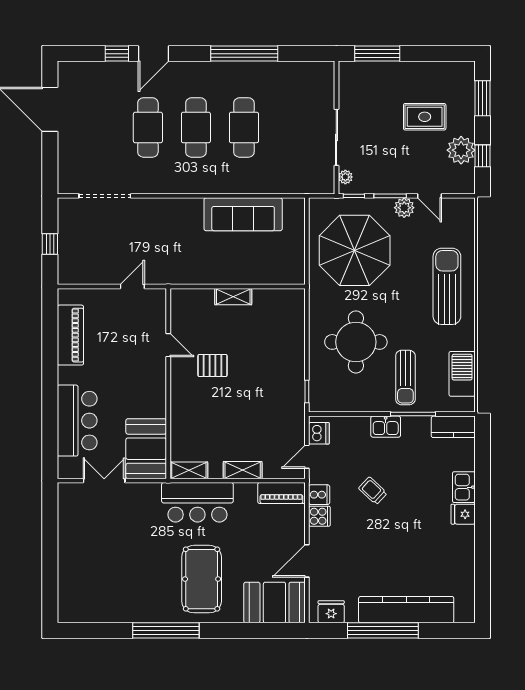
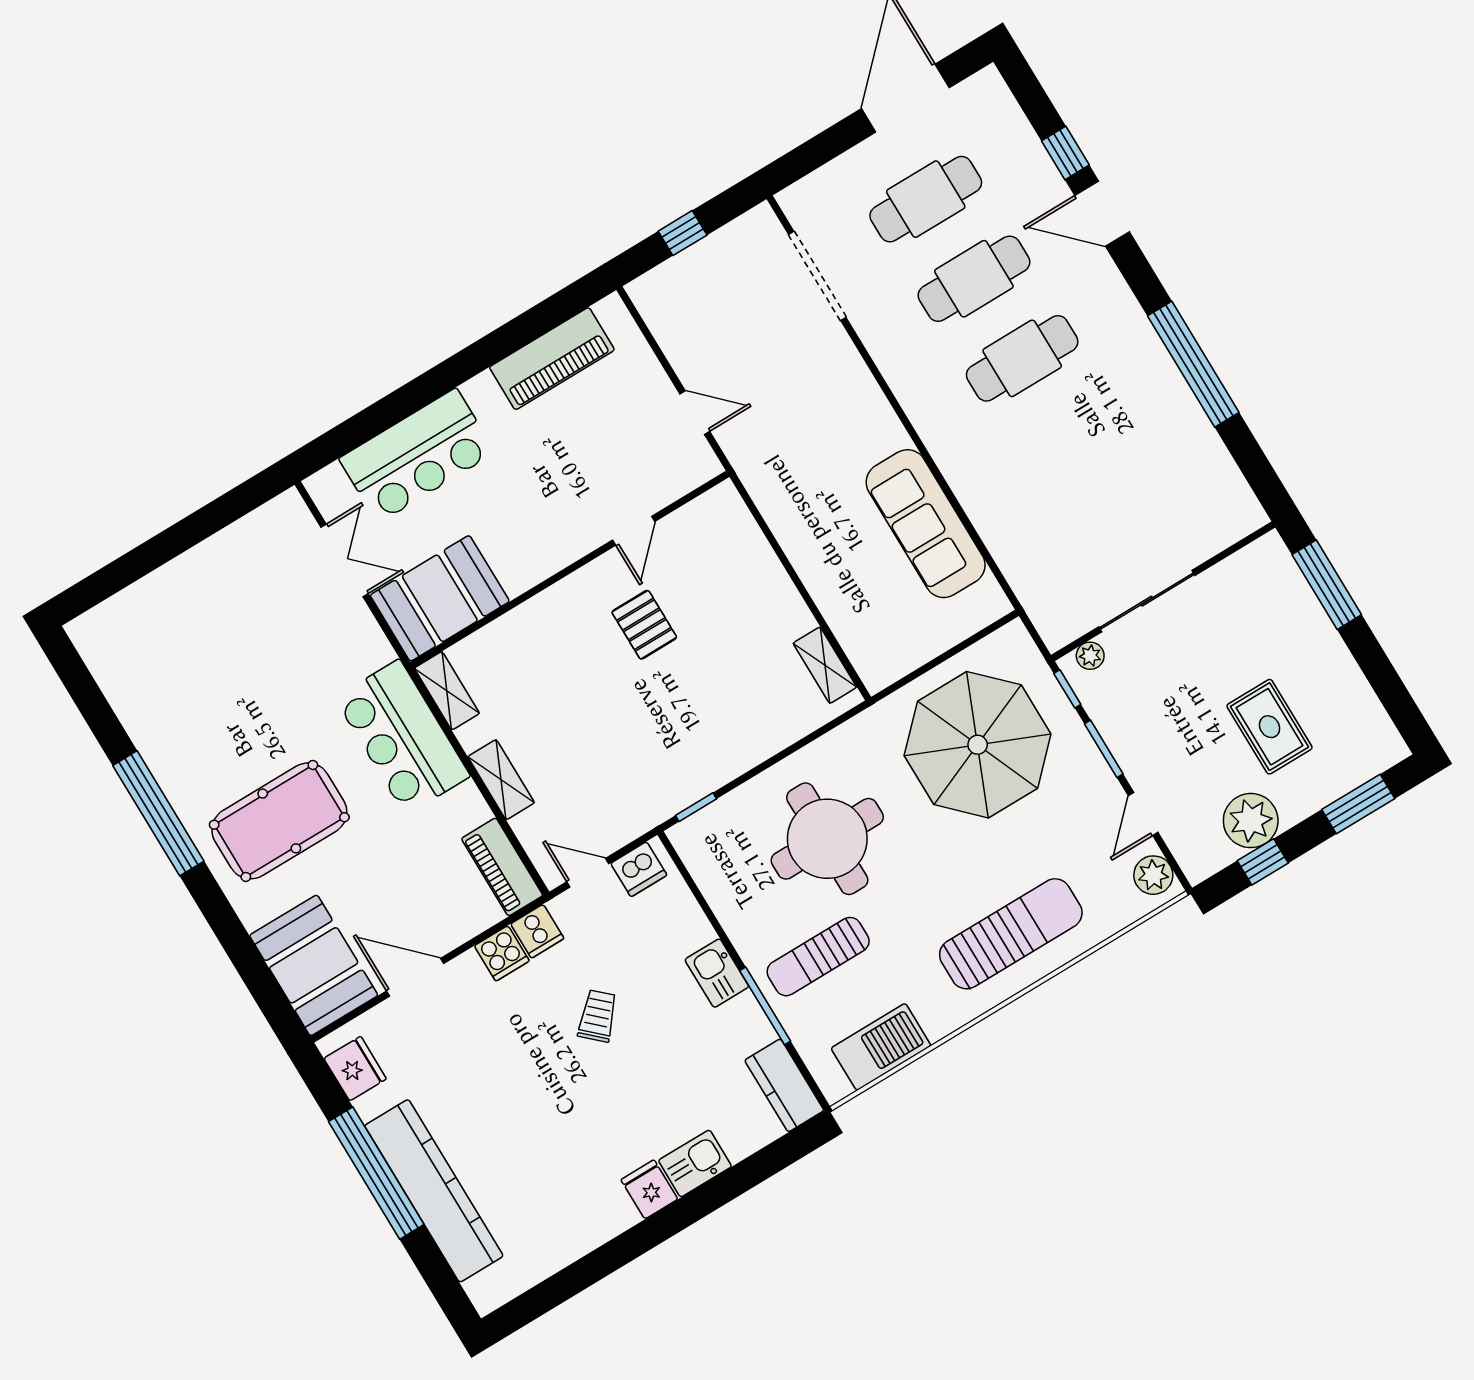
cafe table: (244, 127) -> (926, 199), moved
plant: (404, 208) -> (1153, 875), moved
shelving: (233, 297) -> (825, 665), moved

